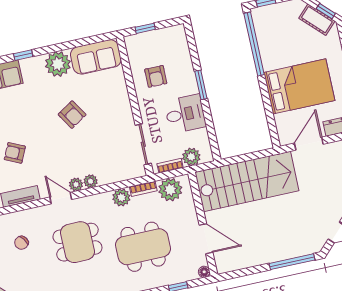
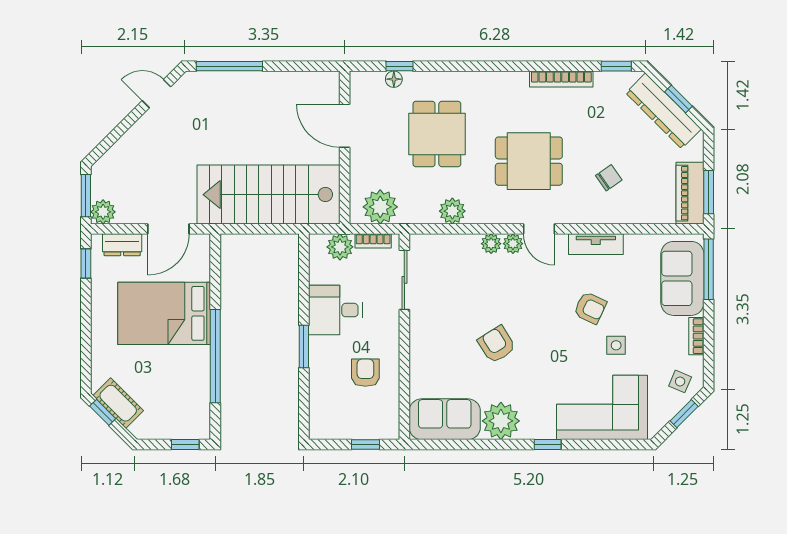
window: (254, 44) -> (215, 356), moved
bookcase: (143, 189) -> (418, 217), removed
dining table: (143, 247) -> (437, 134), width x0.73
floor lamp: (204, 272) -> (394, 79), moved

